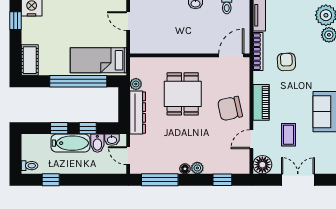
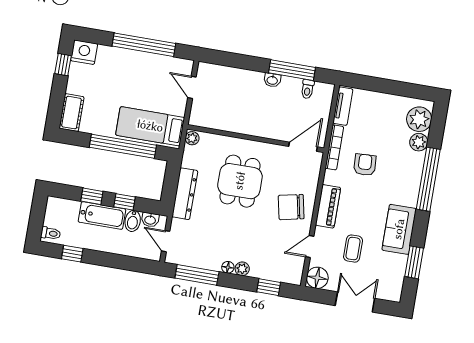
plant: (136, 84) -> (192, 138), moved

